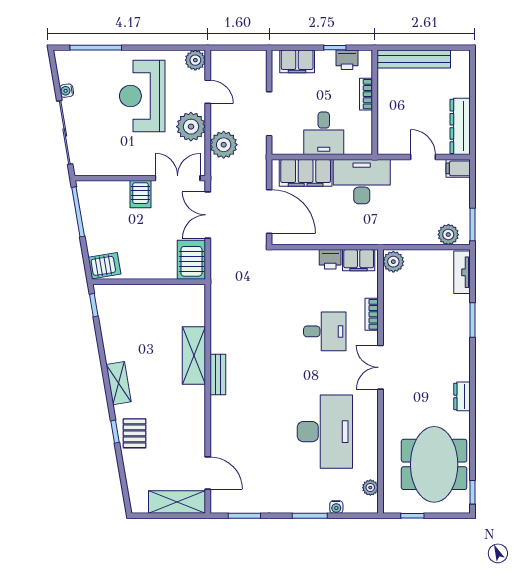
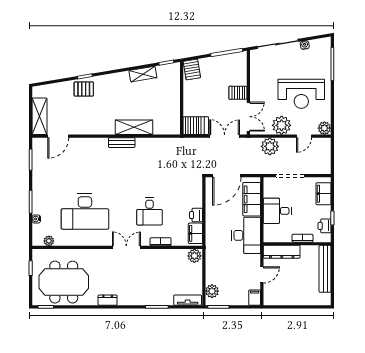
reception desk: (142, 96) -> (301, 94), turned 180
dresser: (460, 126) -> (282, 252), moved, turned 180
shelving: (119, 383) -> (143, 74), moved

